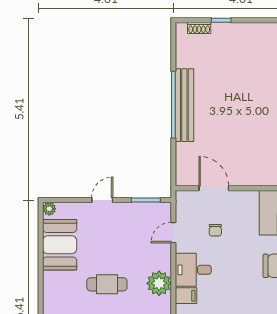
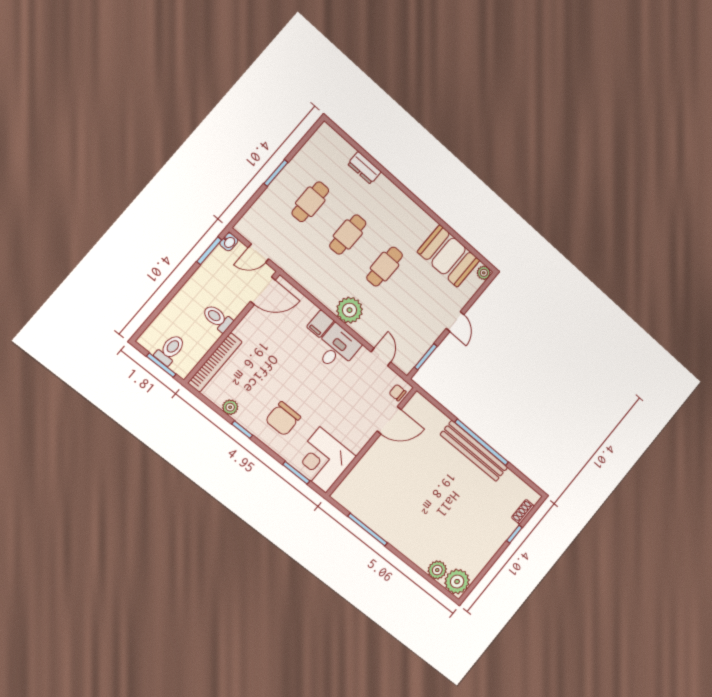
chair: (215, 230) -> (398, 393), moved

